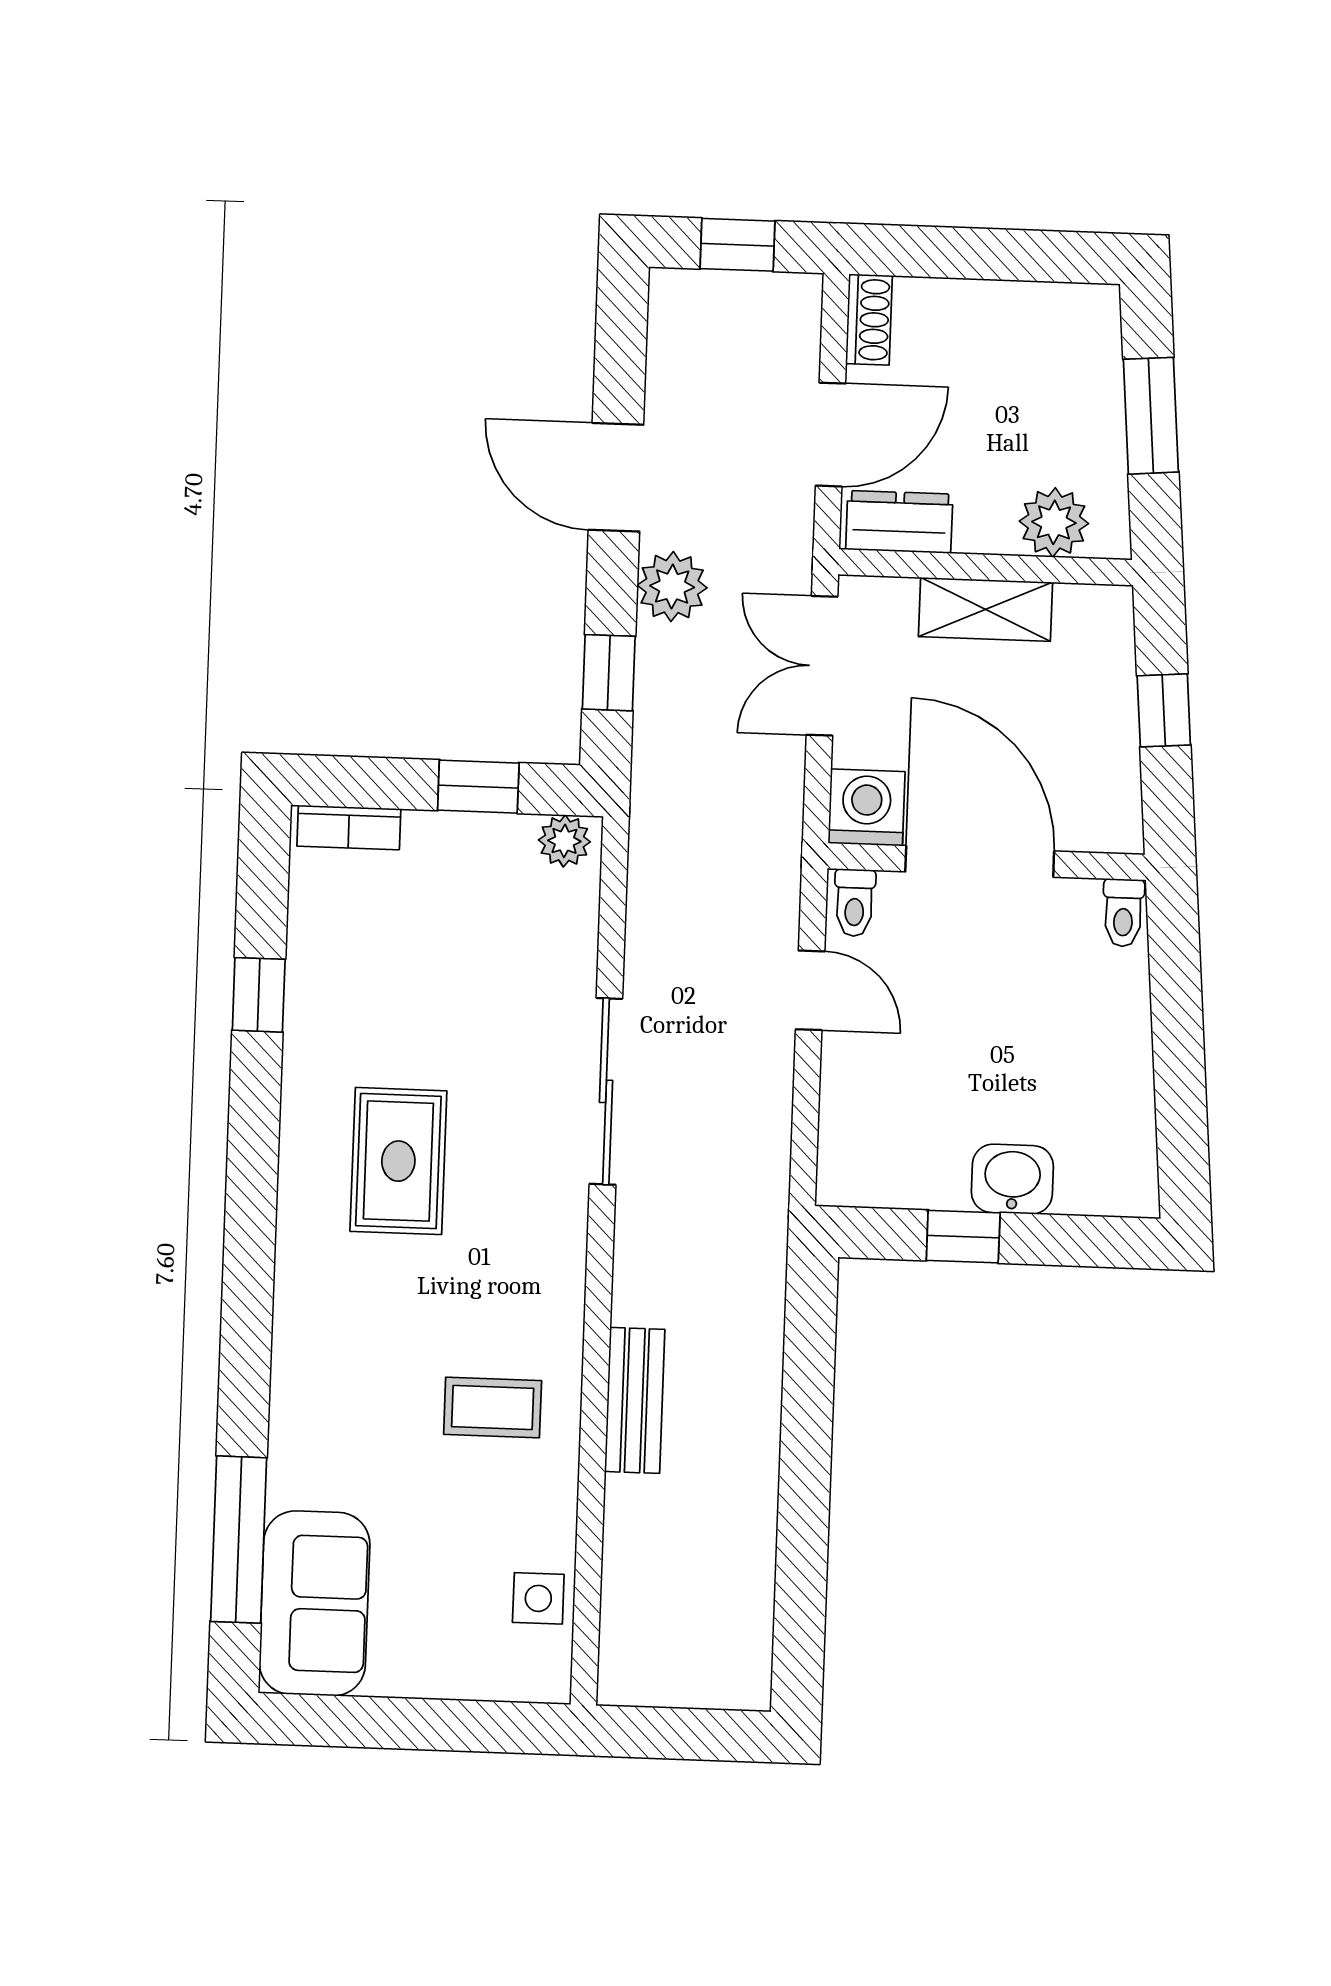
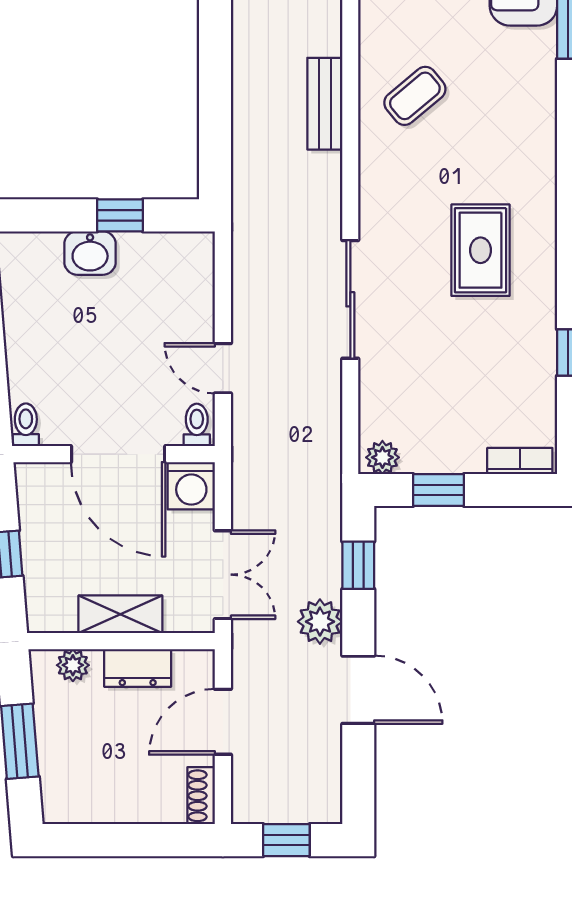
dresser: (899, 522) -> (138, 668), moved
plant: (1054, 522) -> (73, 665), width x0.73, depth x0.73
coffee table: (493, 1407) -> (415, 96), turned -40

